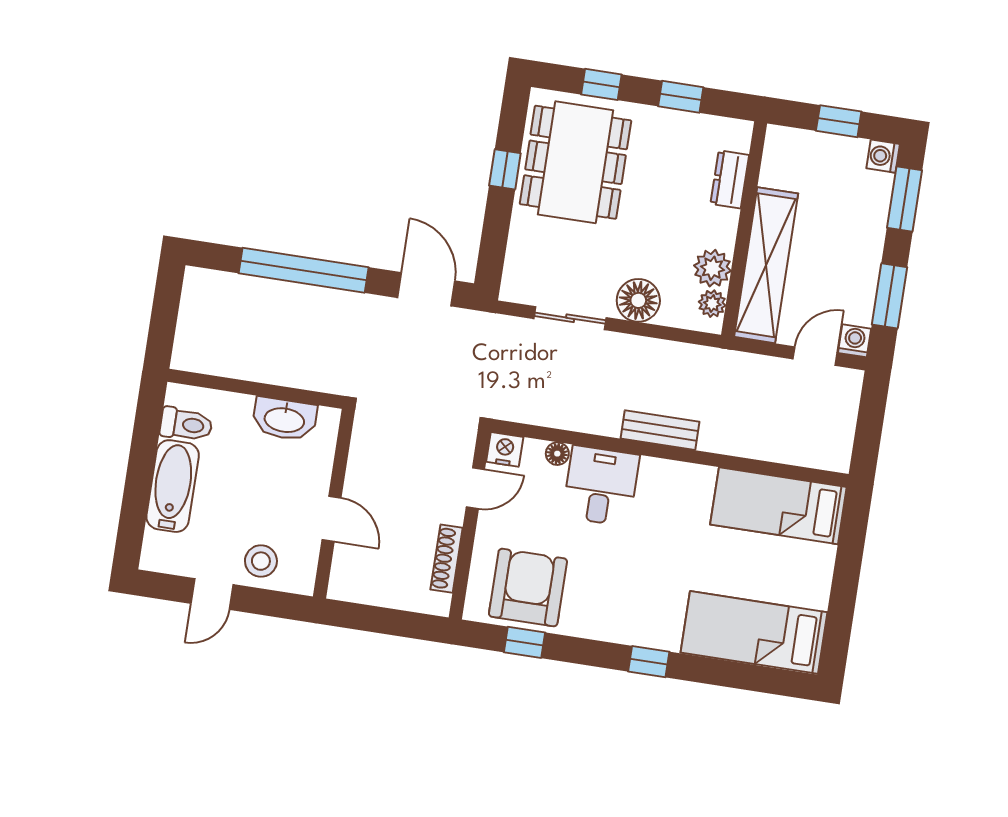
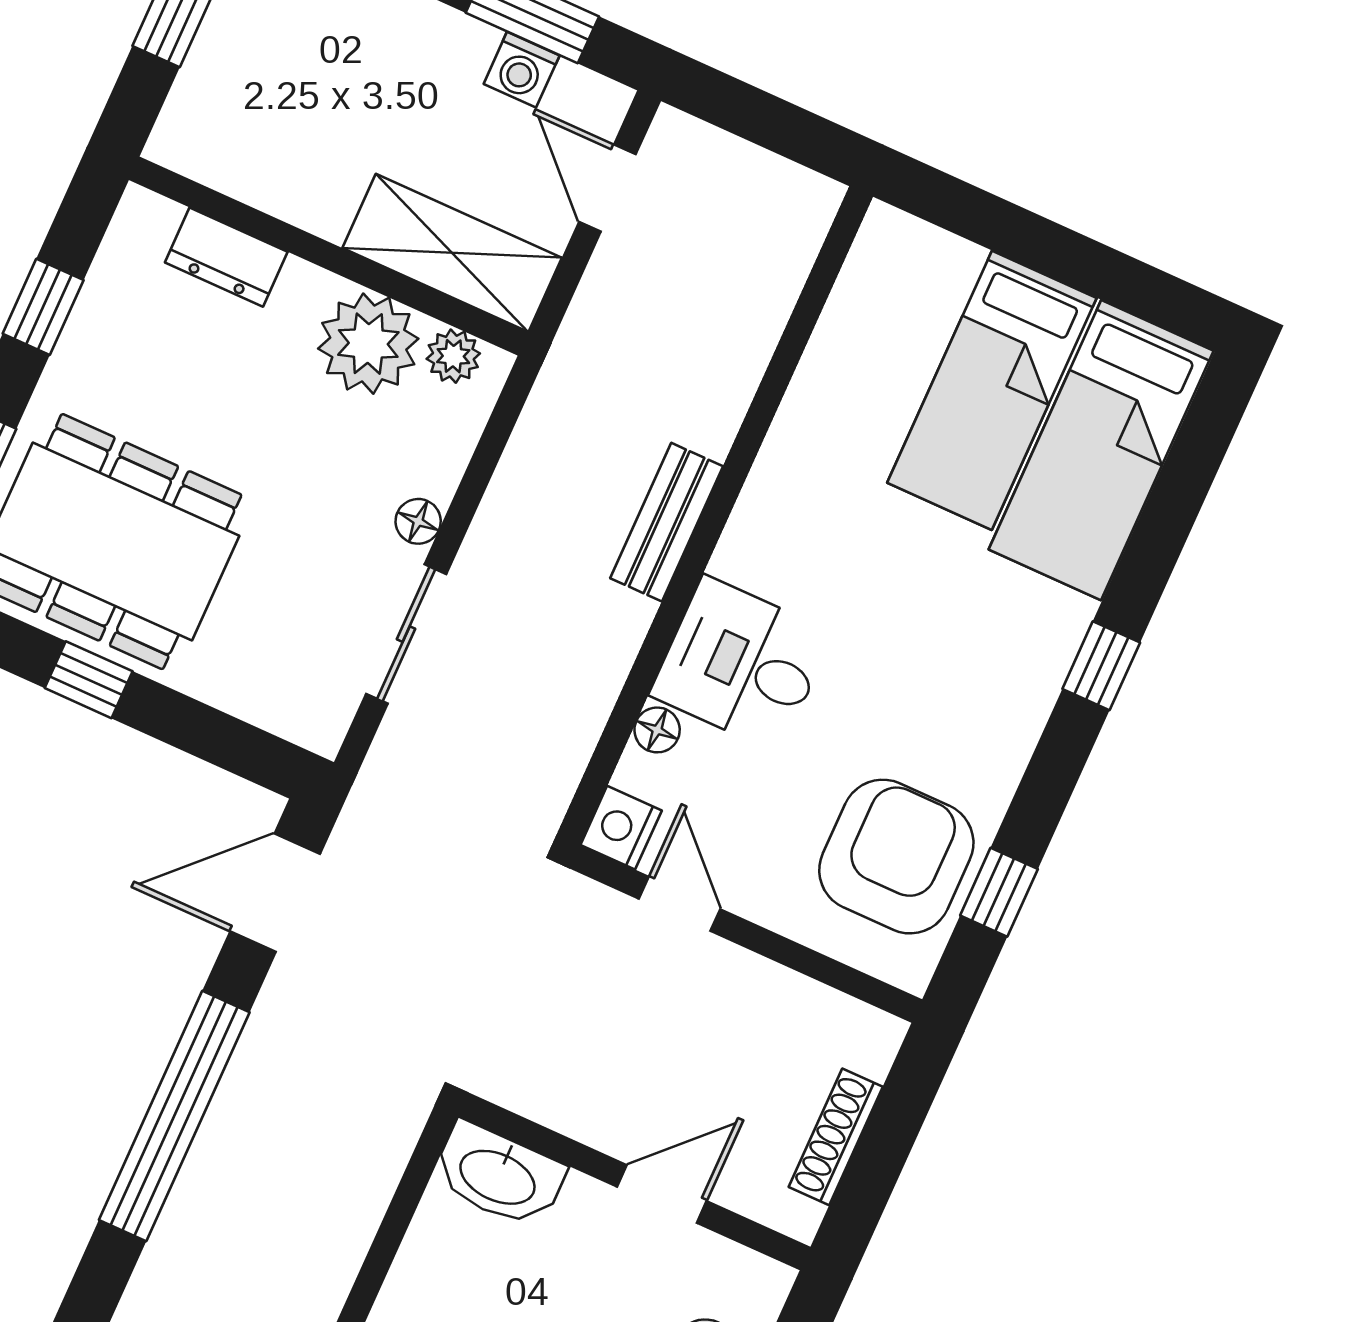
shelving: (766, 265) -> (452, 253), width x0.68
plant: (712, 268) -> (368, 344), width x1.36, depth x1.36
floor lamp: (638, 300) -> (418, 521), width x0.53, depth x0.53
washing machine: (855, 341) -> (522, 70), moved, turned -90
washbasin: (285, 419) -> (498, 1175), moved, turned 90
bed: (778, 506) -> (992, 390), moved
shoe rack: (447, 559) -> (836, 1137), moved, turned 90
armchair: (528, 588) -> (896, 857), turned 90

